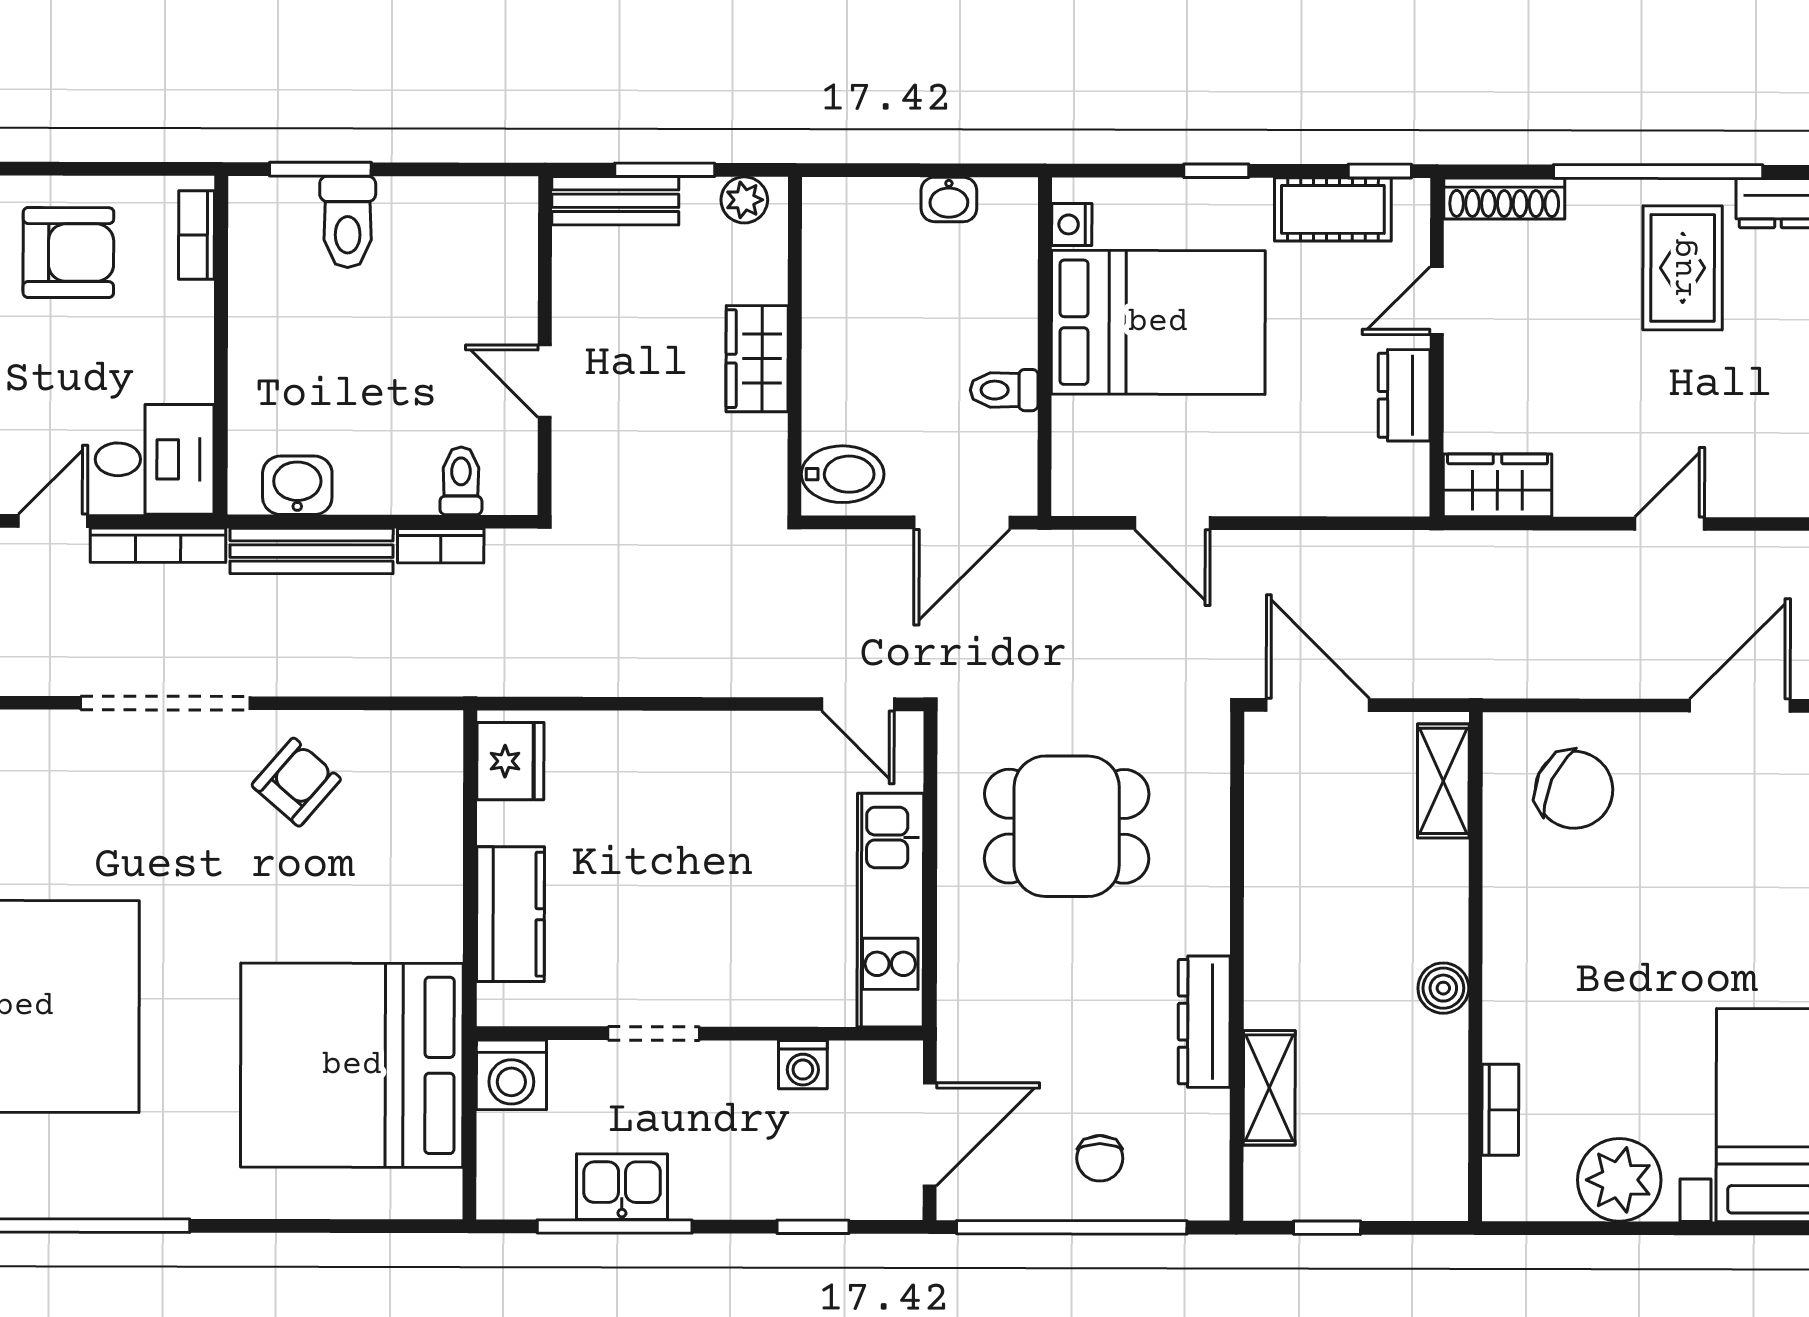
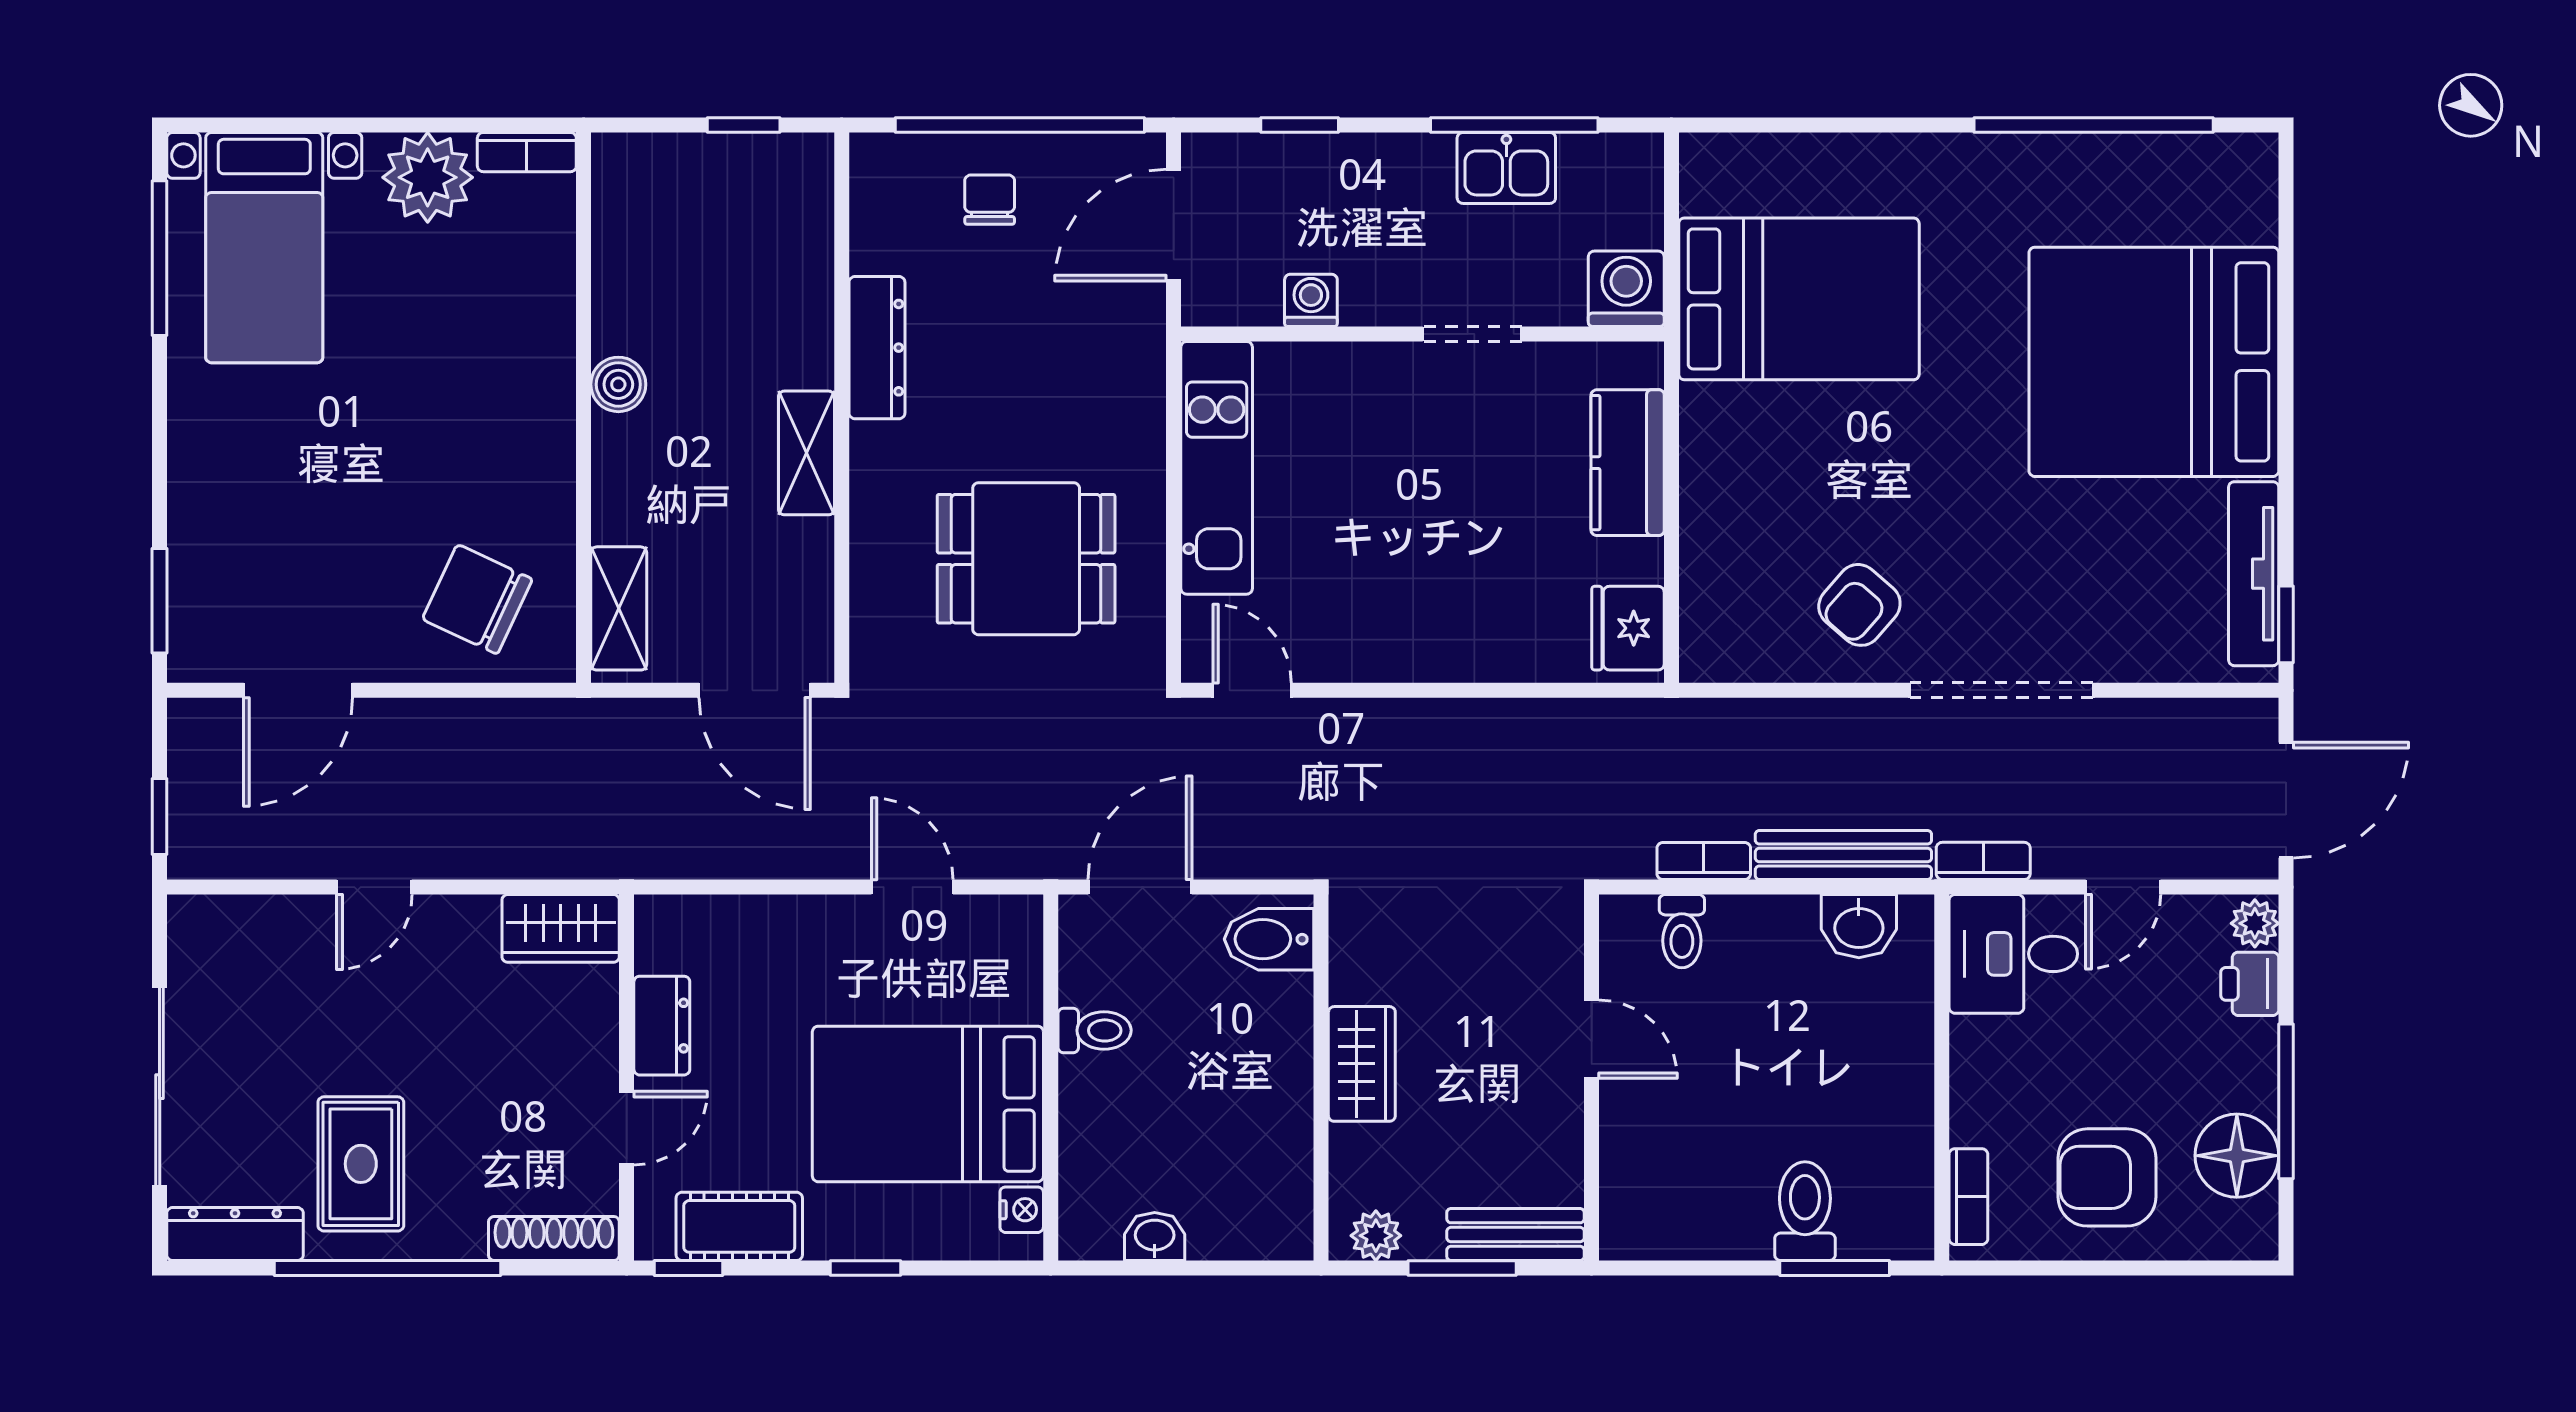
bookcase: (158, 545) -> (1983, 861), width x0.64
bed: (352, 1065) -> (1799, 299), width x0.73
shelving: (1269, 1088) -> (806, 453), moved
bookcase: (1500, 1110) -> (527, 152), moved, turned -90

